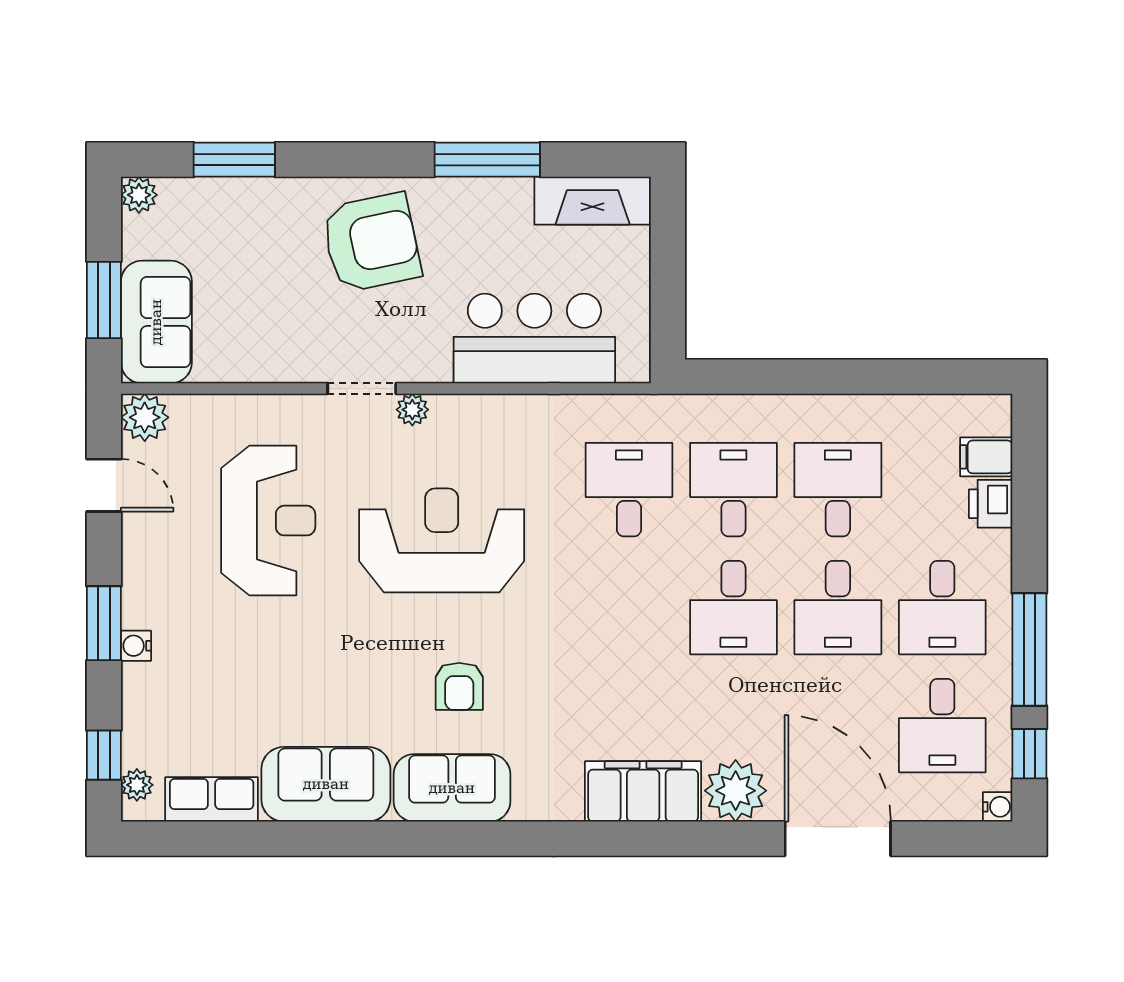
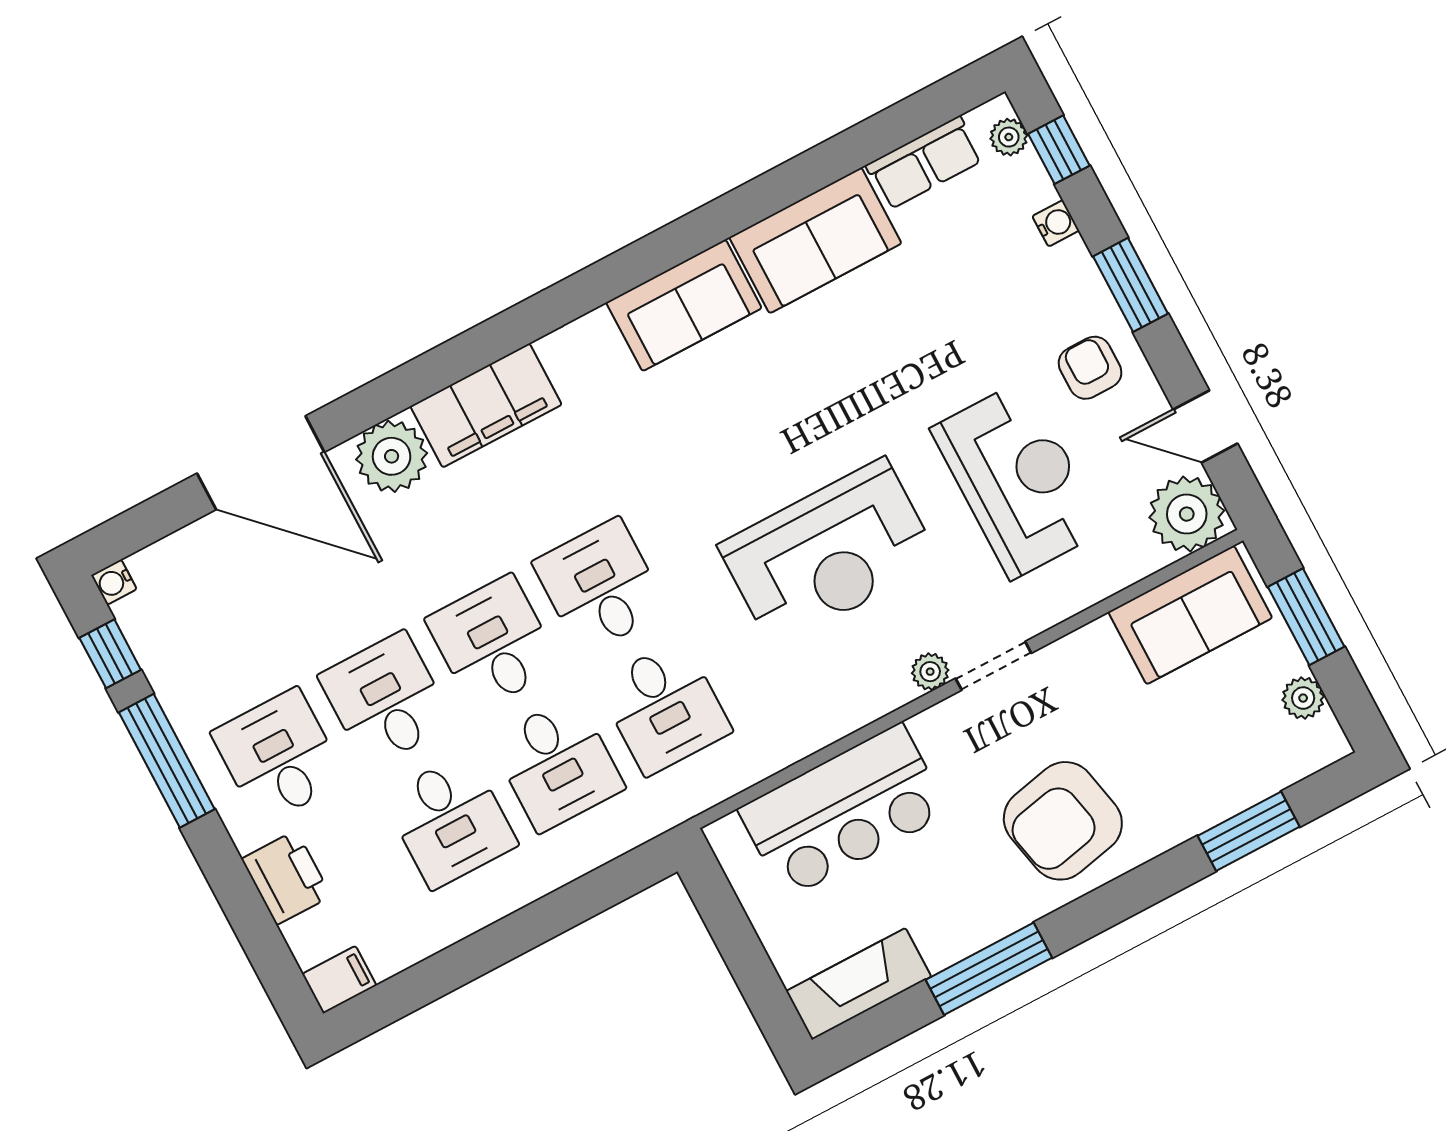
plant: (139, 195) -> (1303, 698), moved
sofa: (156, 322) -> (1190, 615), moved, turned -90
plant: (145, 417) -> (1187, 514), width x1.36, depth x1.36
filing cabinet: (986, 457) -> (339, 980), moved
printer: (991, 504) -> (286, 877), width x1.36, depth x1.24
reception desk: (268, 521) -> (1018, 480), turned 180
water cooler: (136, 646) -> (1056, 223), moved
armchair: (459, 686) -> (1090, 368), moved
desk: (942, 726) -> (600, 586), moved

